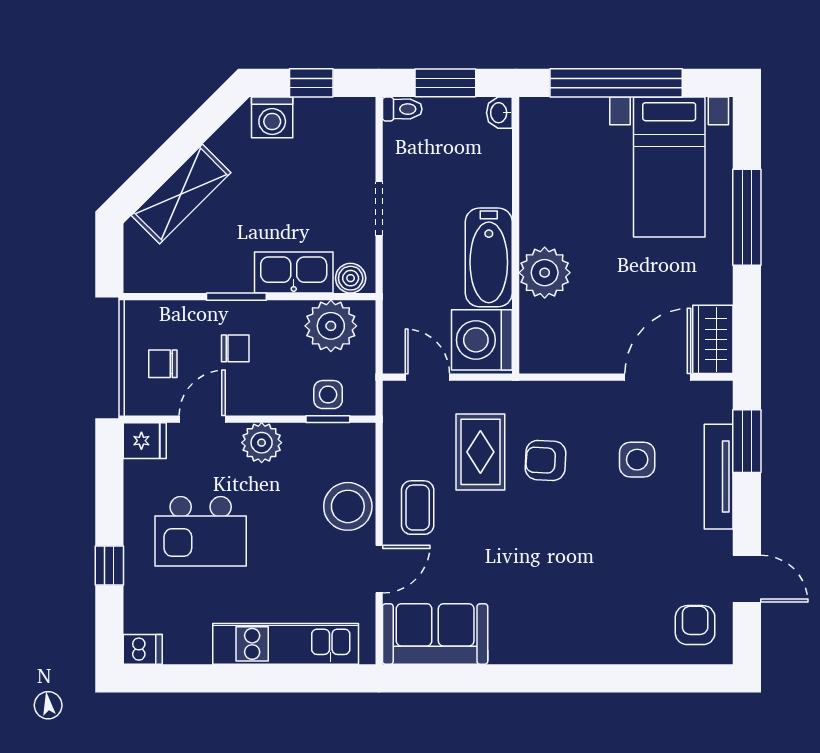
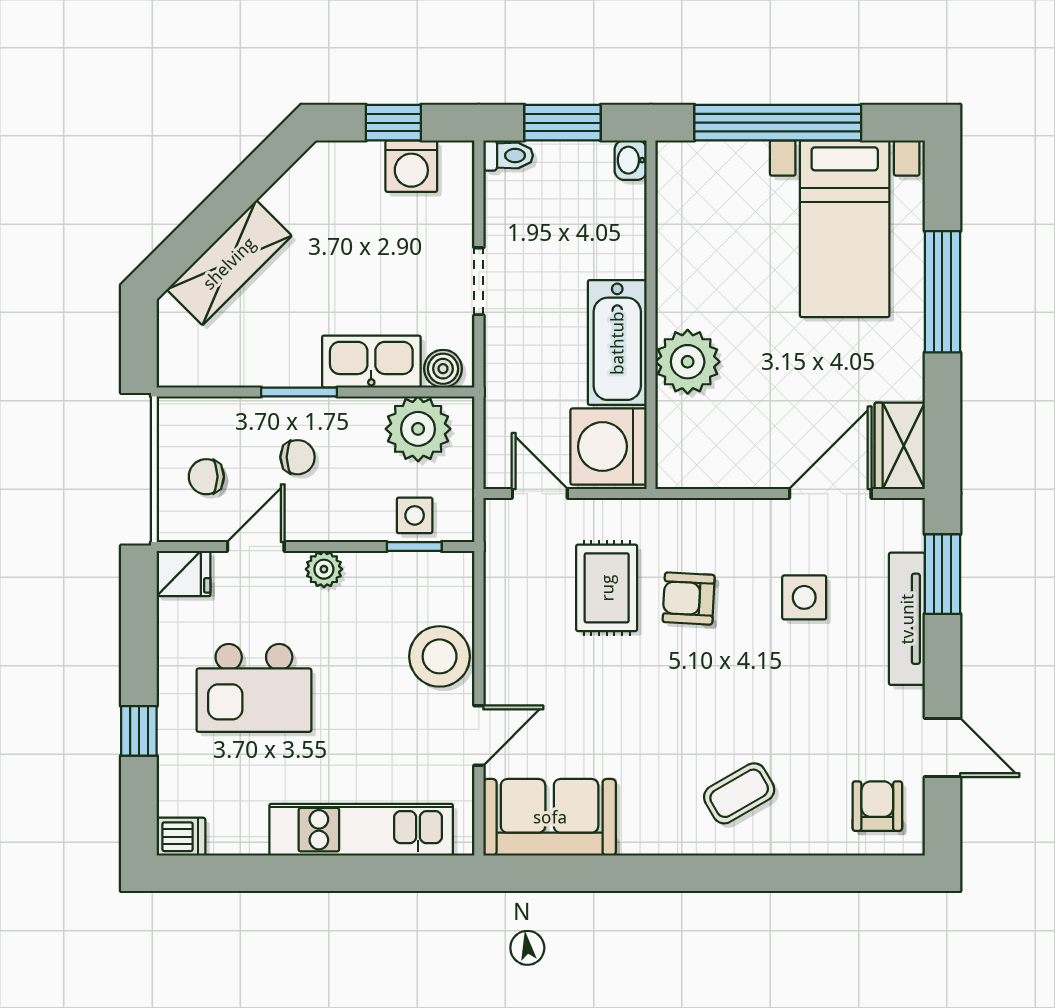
washing machine: (272, 117) -> (411, 166), moved
plant: (262, 443) -> (324, 569), width x0.73, depth x0.73
coffee table: (418, 508) -> (739, 793), moved, turned 60

